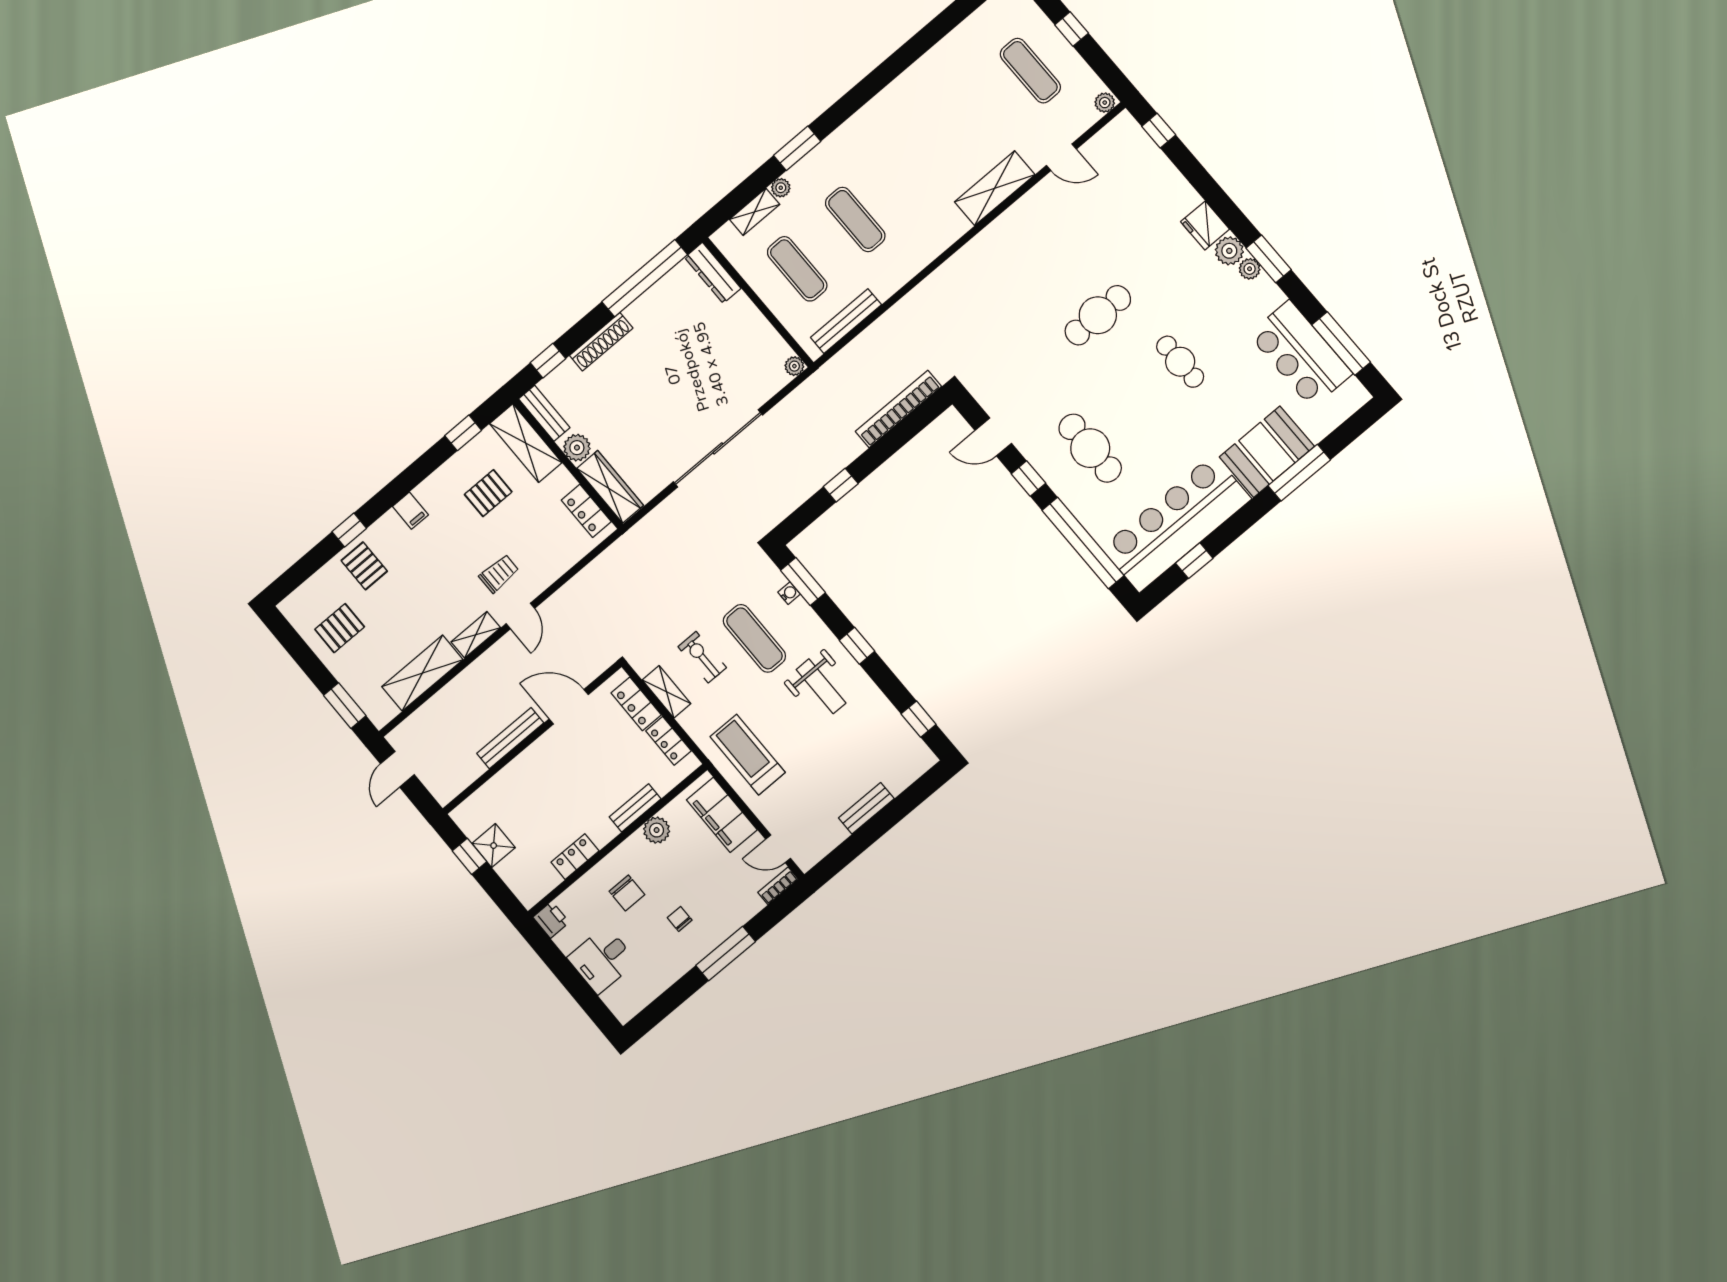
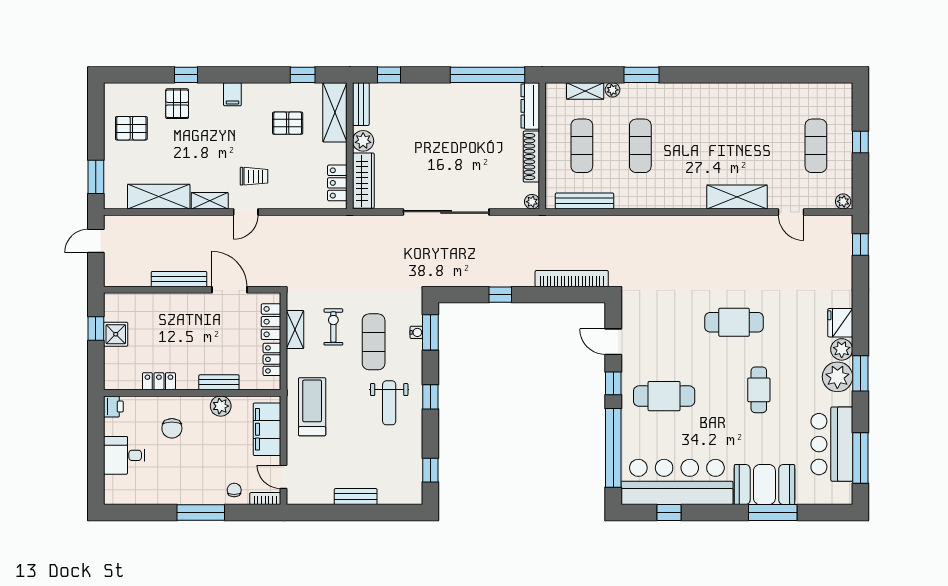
plant: (1250, 269) -> (837, 377), width x1.88, depth x1.88
shoe rack: (601, 342) -> (531, 157), moved, turned 90
cafe table: (1090, 448) -> (664, 396), turned 90
chair: (680, 919) -> (234, 490), moved

